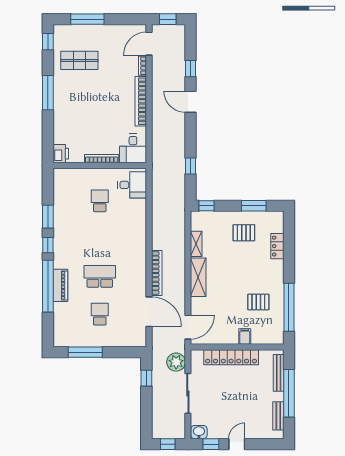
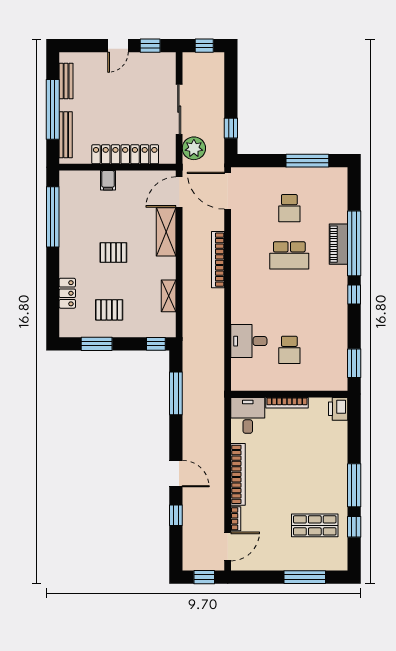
window: (48, 42) -> (354, 527), moved
window: (190, 166) -> (176, 393), width x2.17
desk: (132, 185) -> (249, 341), moved
window: (48, 217) -> (354, 363), moved
shelving: (198, 277) -> (166, 232), moved
pallet: (258, 302) -> (113, 253), moved
door: (149, 312) -> (228, 191), moved
washbasin: (199, 432) -> (165, 61), removed

